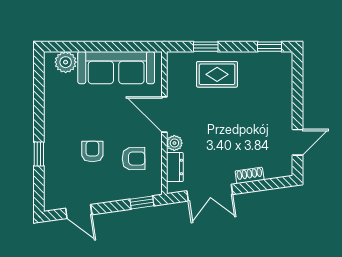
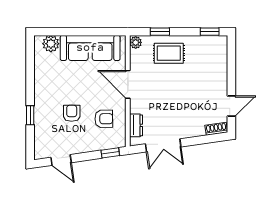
plant: (174, 143) -> (136, 42), moved
shoe rack: (250, 175) -> (216, 129), moved

